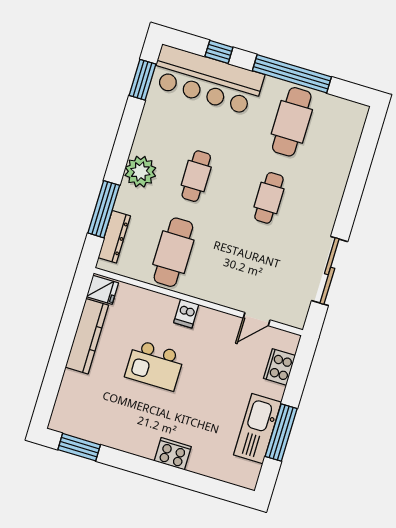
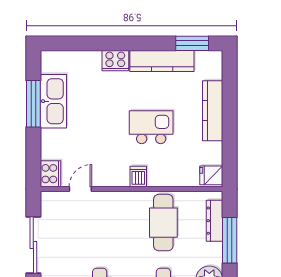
kitchen counter: (87, 336) -> (213, 111), moved
cooker: (279, 367) -> (51, 174), moved
kitchen counter: (120, 437) -> (162, 61), added

